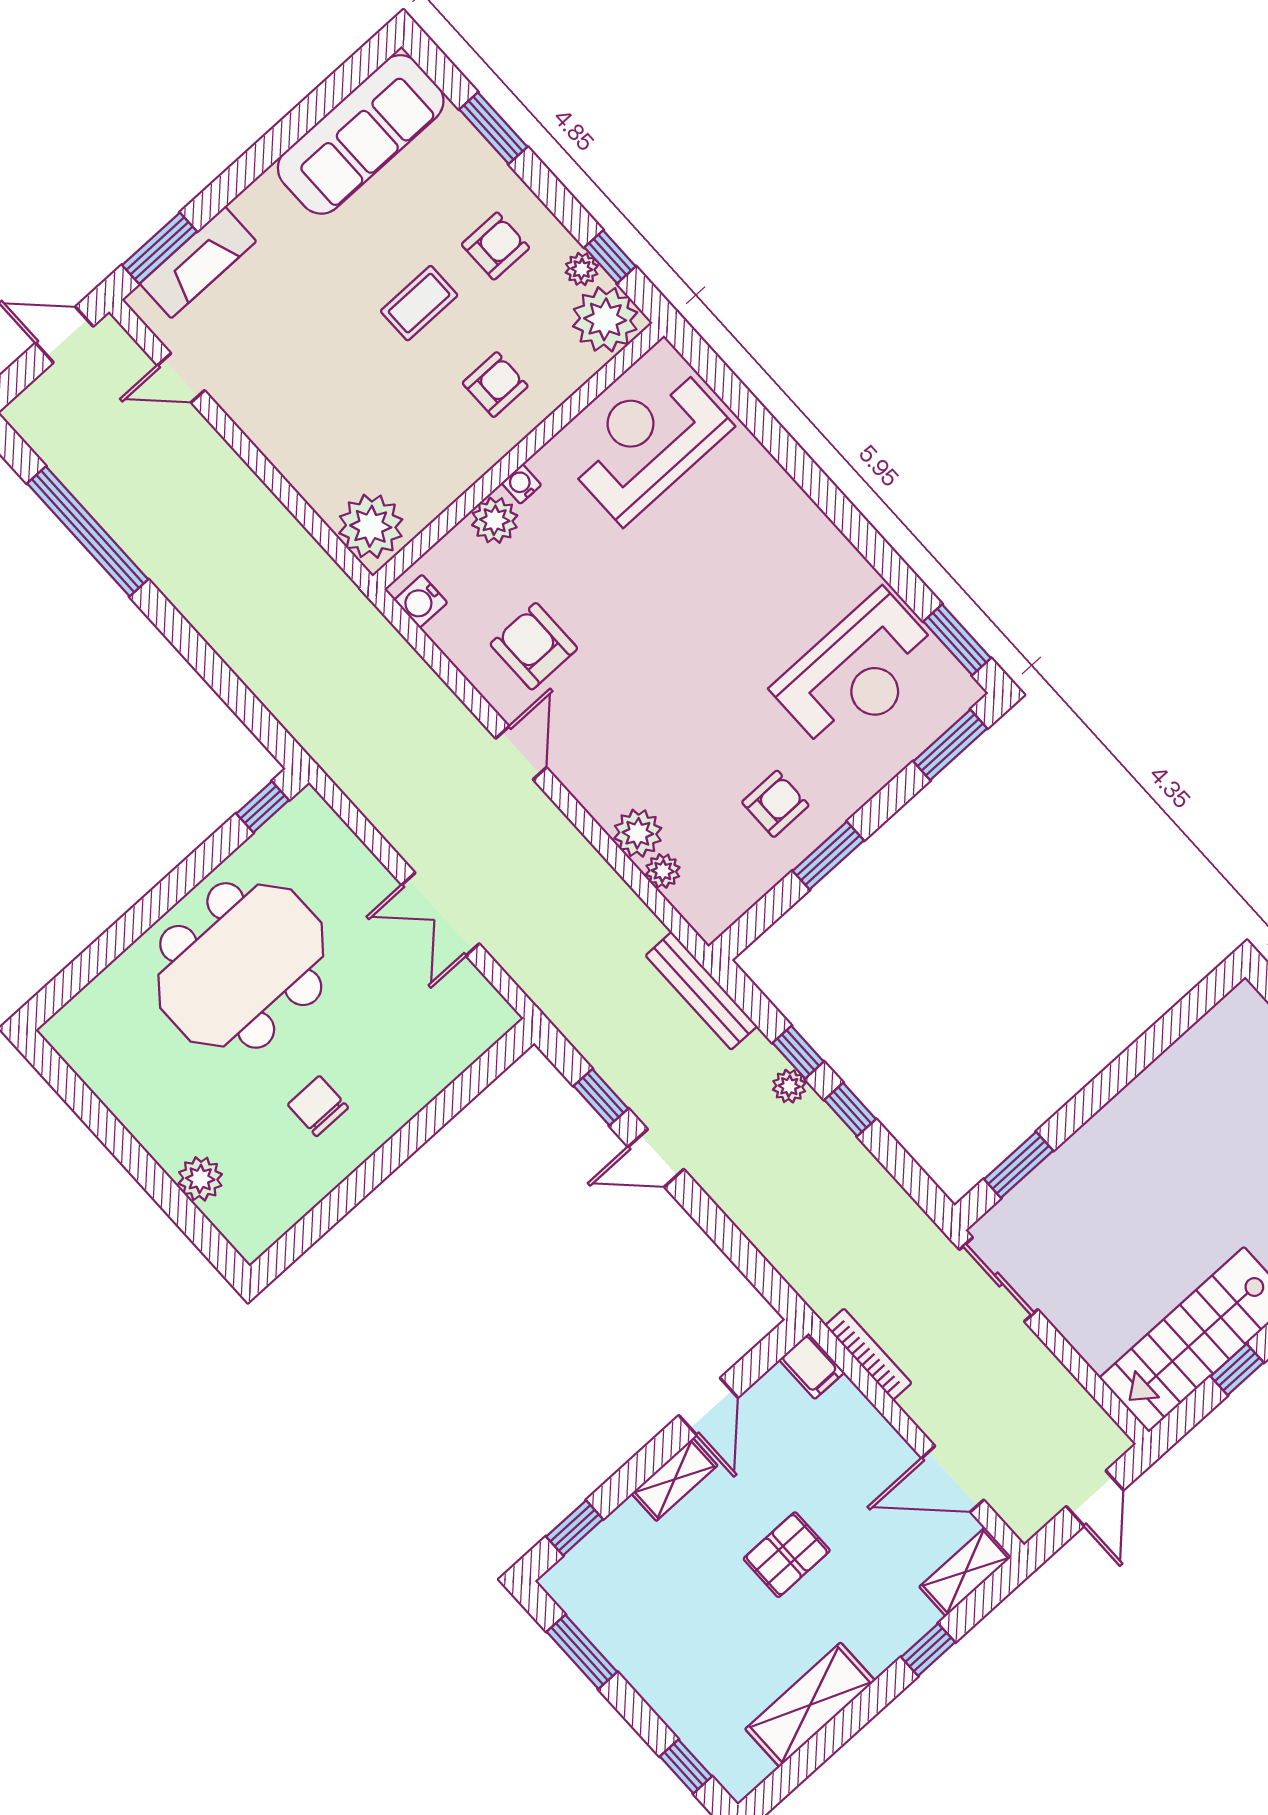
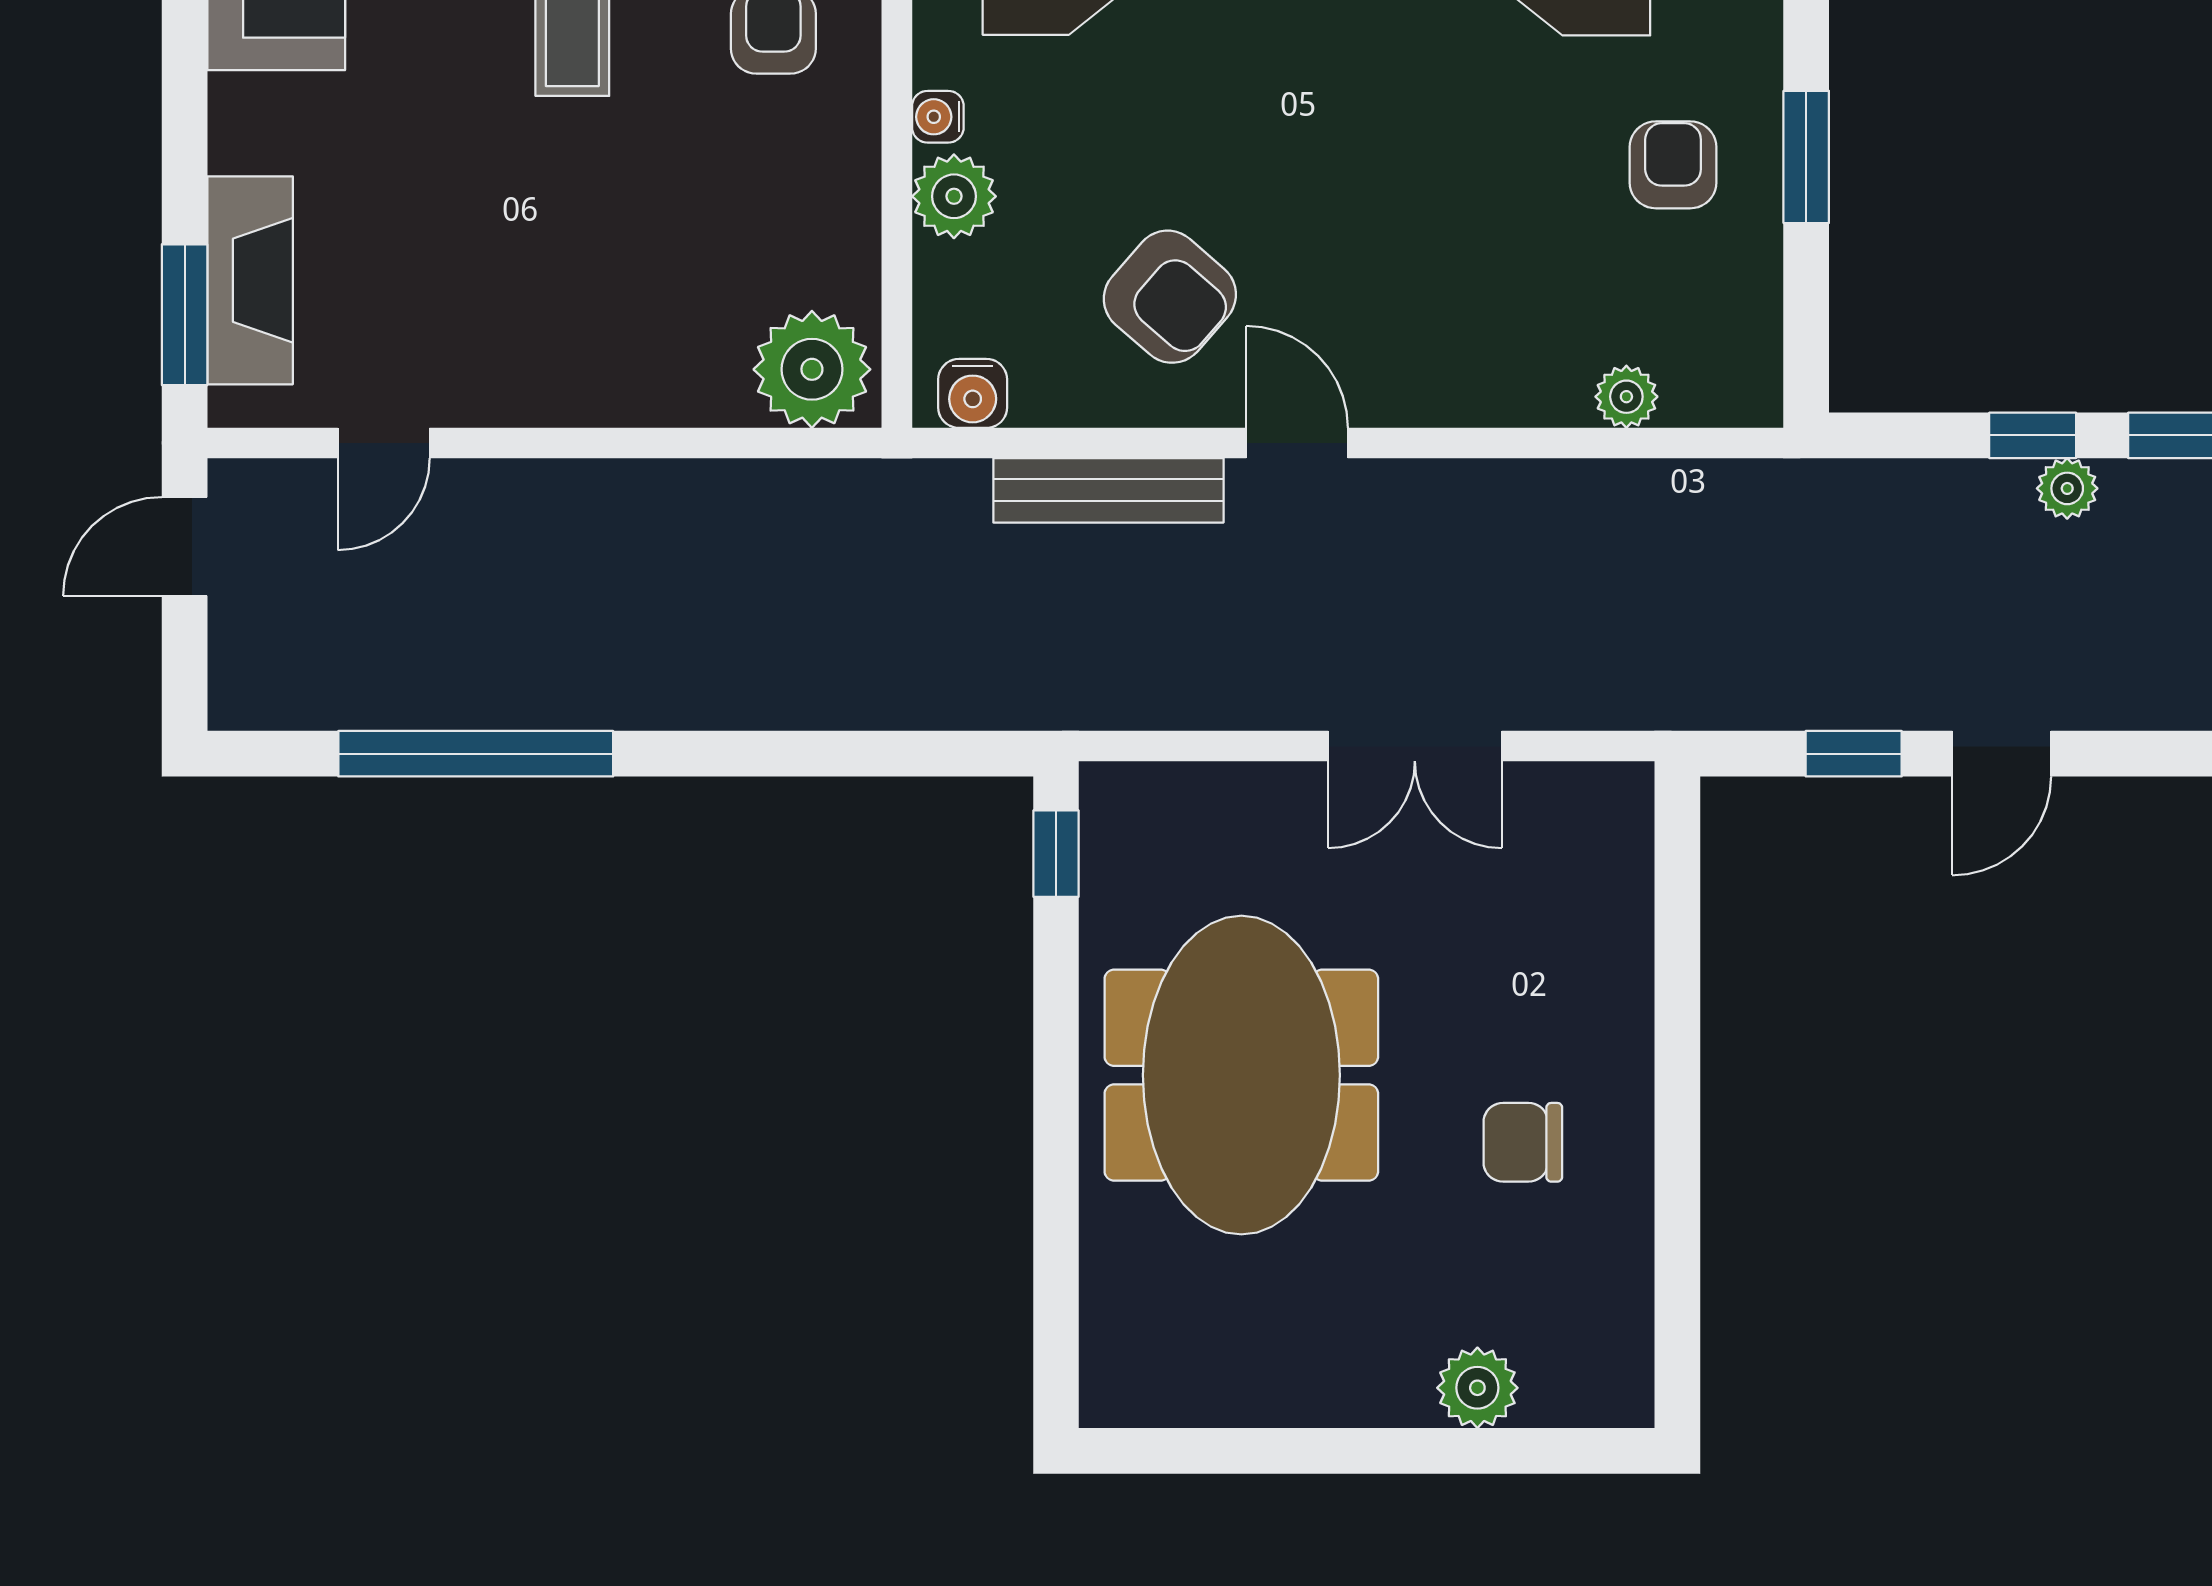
armchair: (534, 646) -> (1170, 297), turned -139
plant: (638, 833) -> (1546, 384), removed
bench: (701, 991) -> (1108, 490), moved

